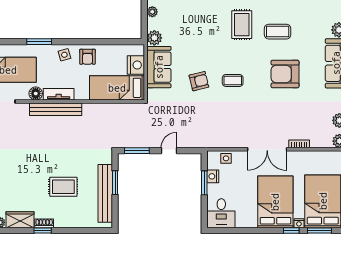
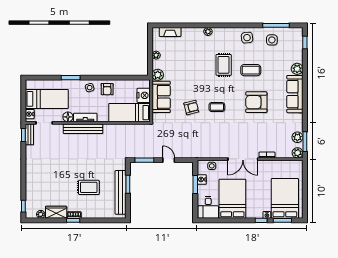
door: (169, 151) -> (169, 160), hinge flipped
bed: (275, 202) -> (232, 199), moved

